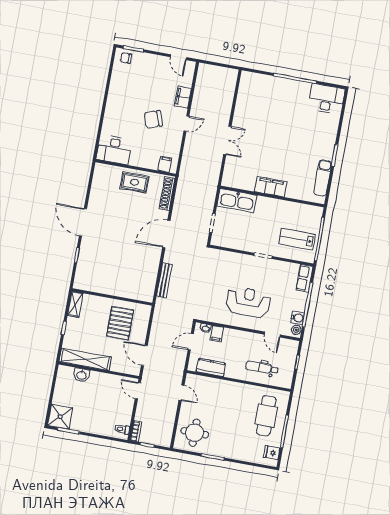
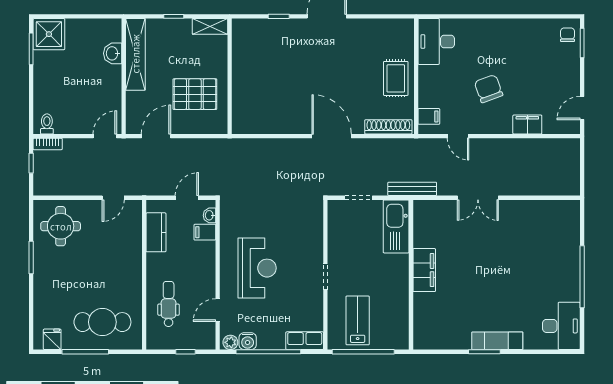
door: (186, 124) -> (458, 136), moved
exam couch: (323, 178) -> (497, 341), moved
bench: (164, 280) -> (412, 189), moved
door: (191, 342) -> (187, 198), hinge flipped

